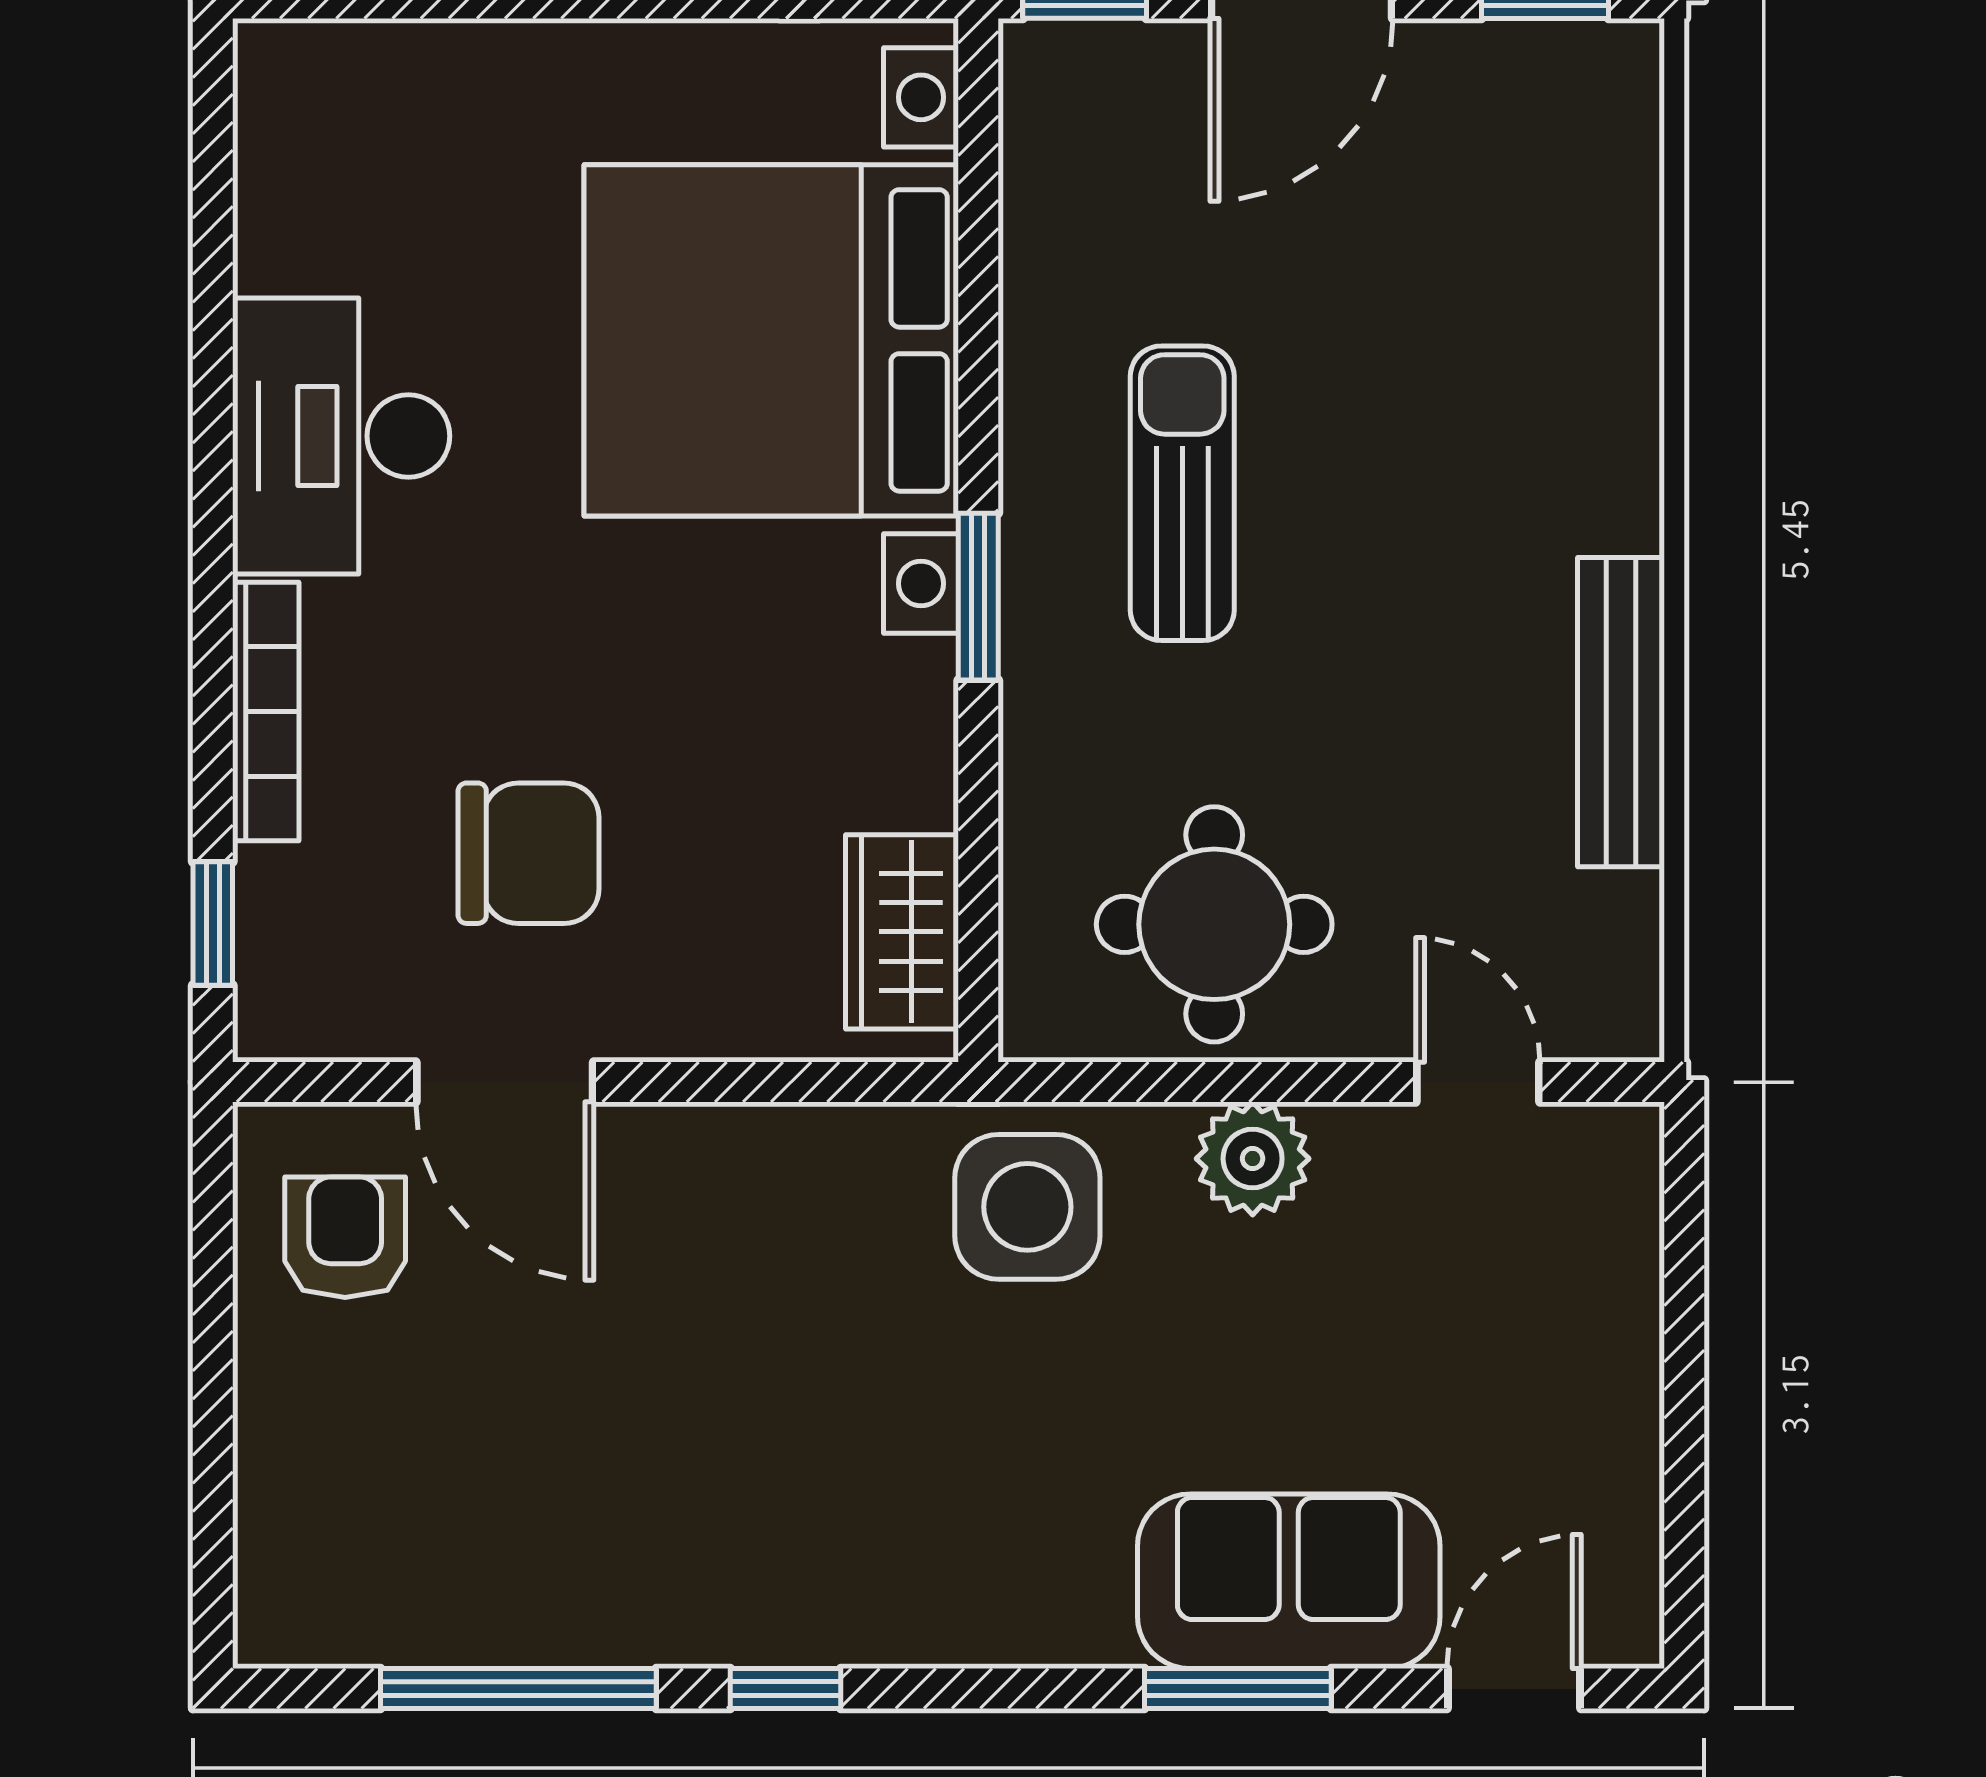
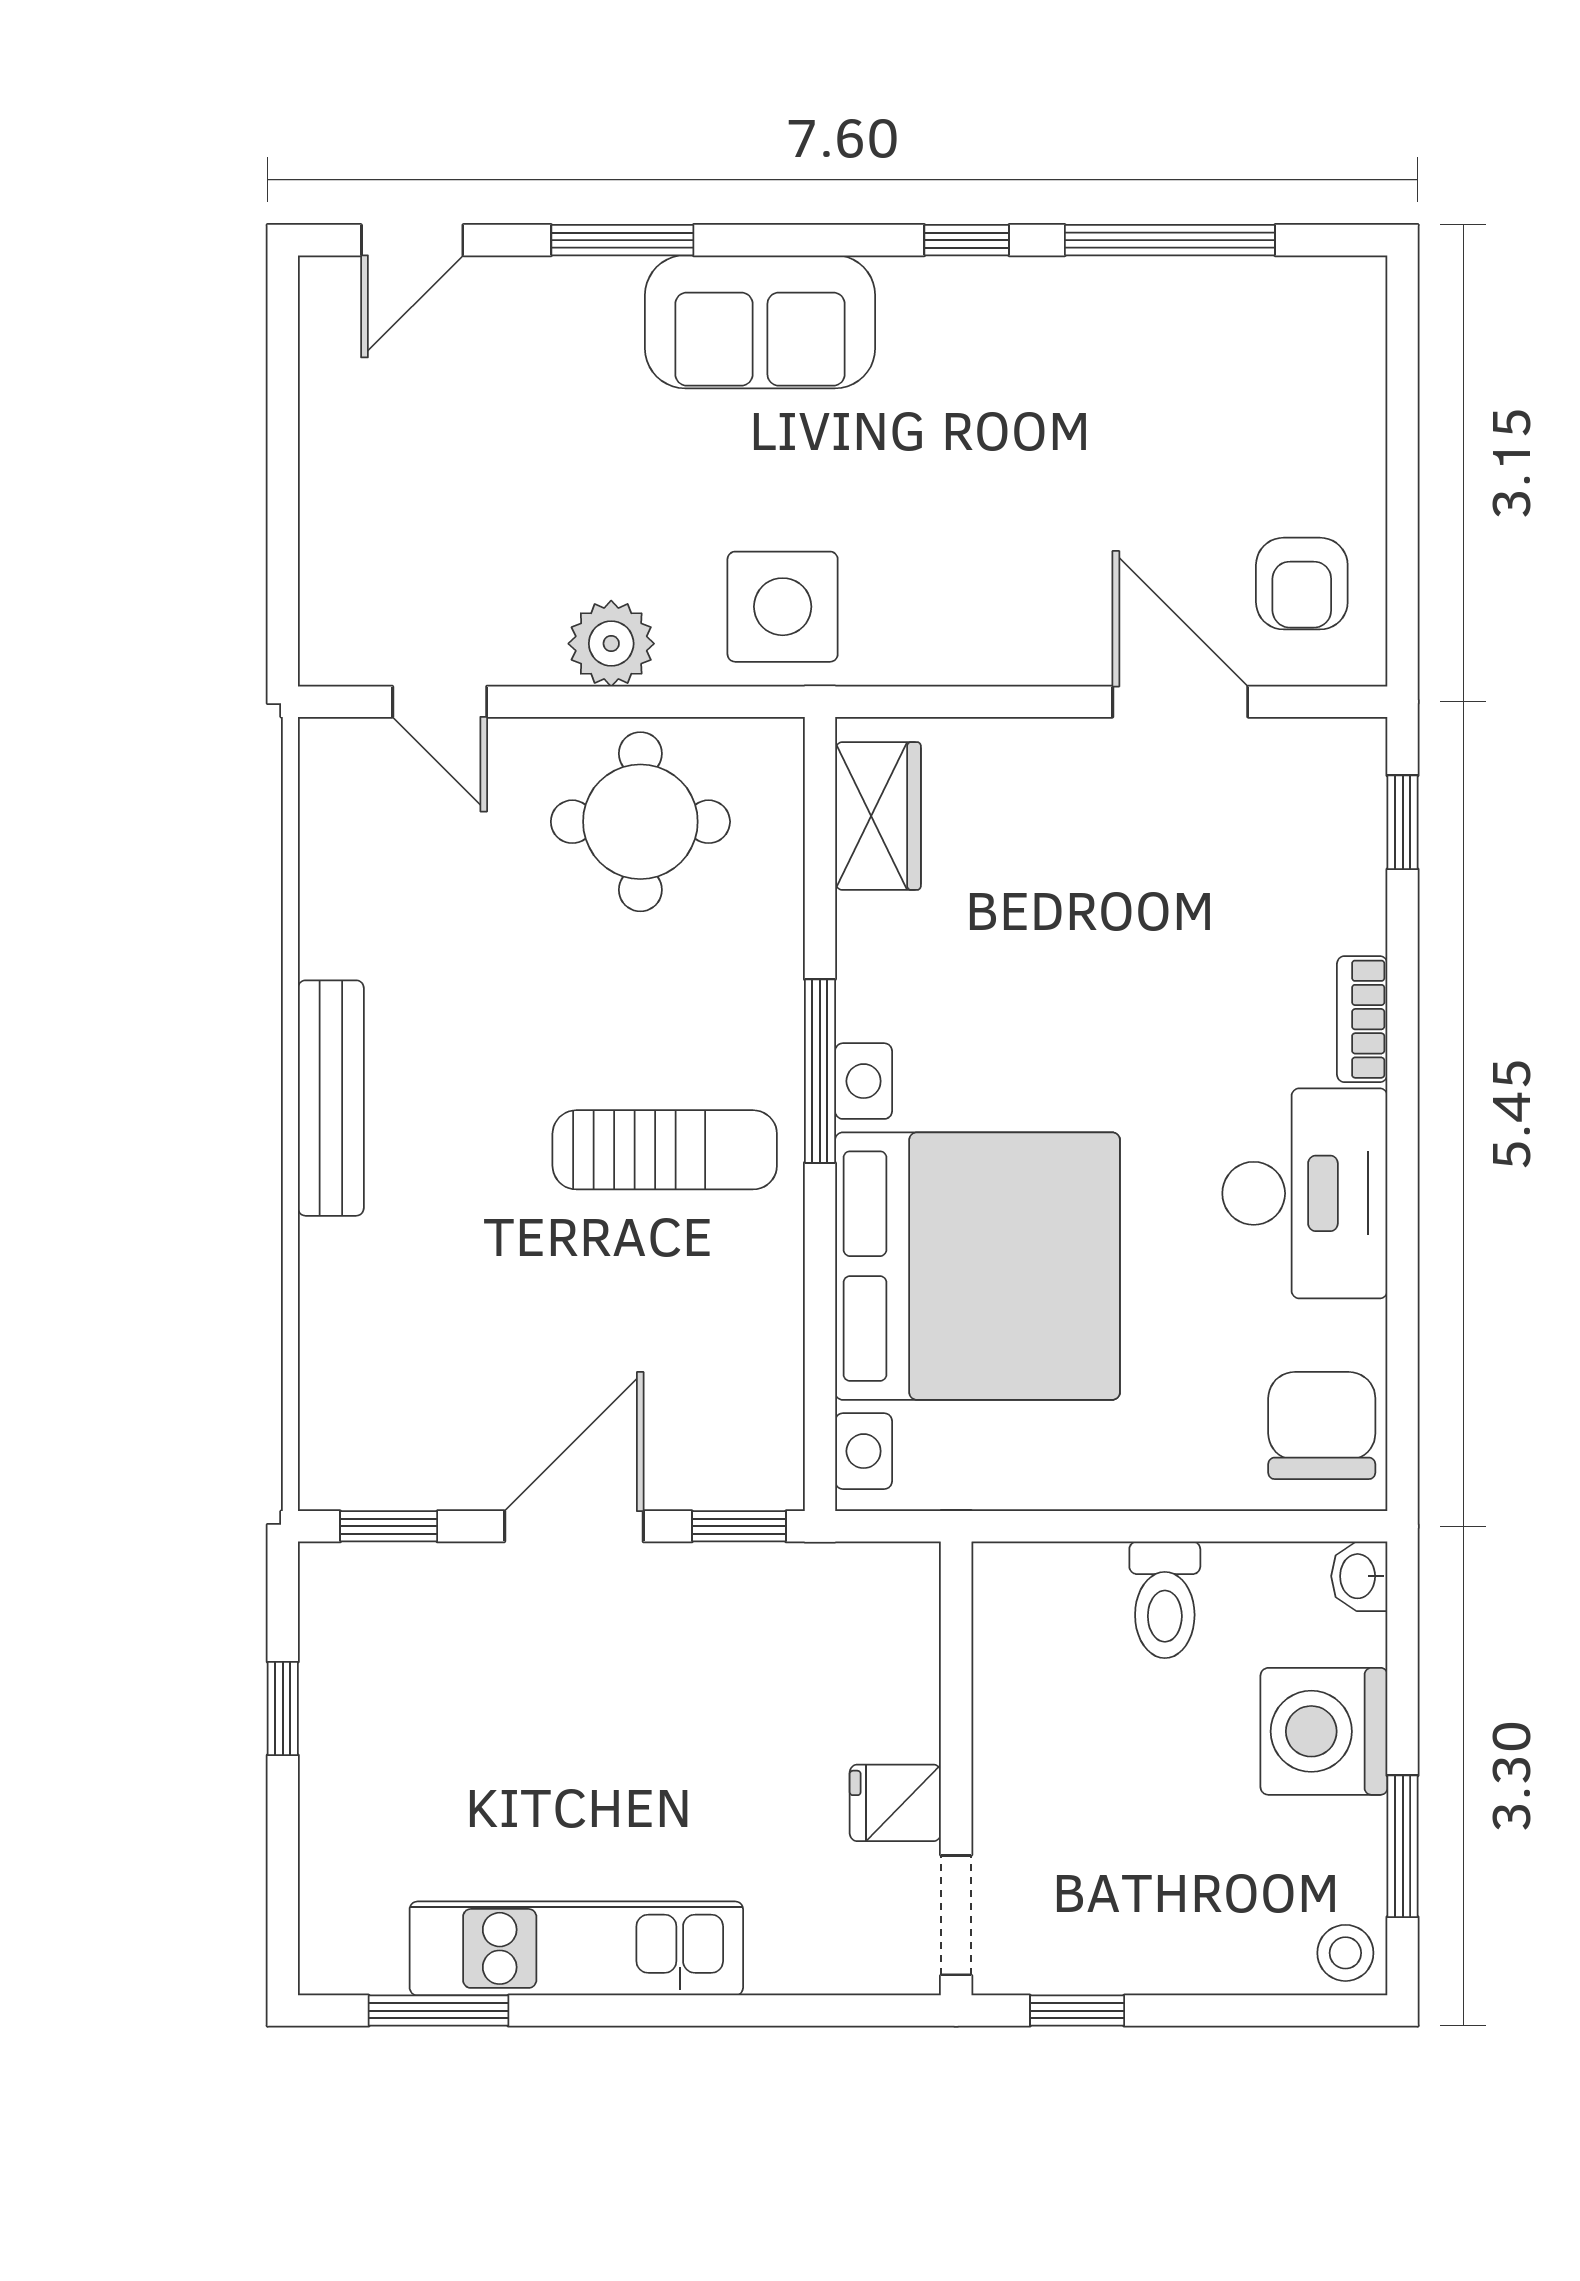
sun lounger: (1182, 493) -> (665, 1150), turned -90
window: (978, 597) -> (820, 1071), width x1.44
bookcase: (266, 712) -> (1362, 1019), width x0.64
bench: (1621, 712) -> (331, 1098), moved
chair: (528, 853) -> (1322, 1426), moved, turned 90
sofa: (1289, 1581) -> (760, 322), moved

